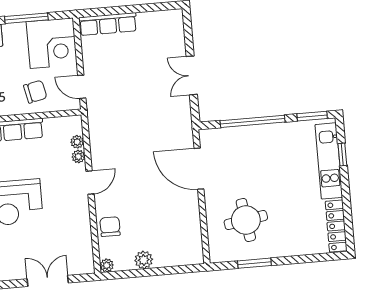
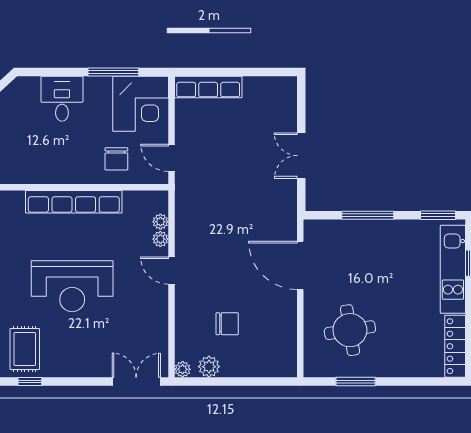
chair: (35, 92) -> (116, 159), turned 102
window: (253, 121) -> (368, 215), width x0.68
door: (90, 182) -> (171, 271), swing flipped
chair: (110, 227) -> (227, 324), moved, turned 90
plant: (144, 260) -> (209, 367), moved
double door: (48, 281) -> (136, 381), moved

